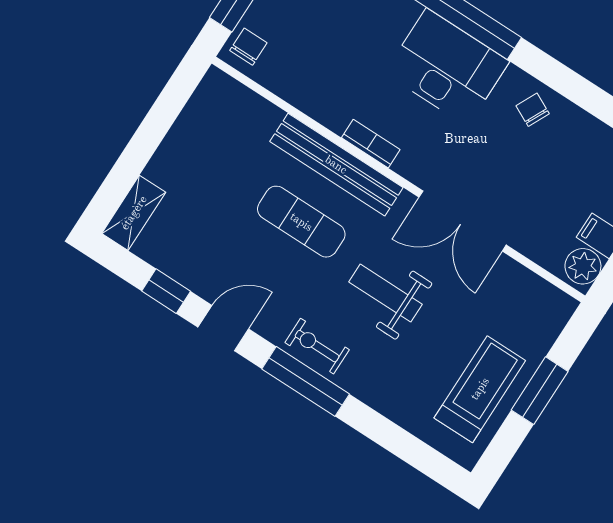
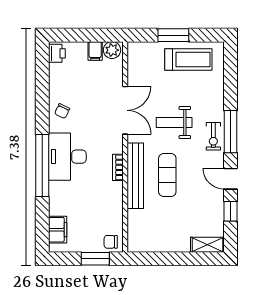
weight bench: (386, 293) -> (174, 123), turned 90
treadmill: (480, 389) -> (188, 60), turned 180

